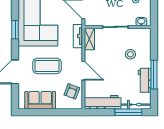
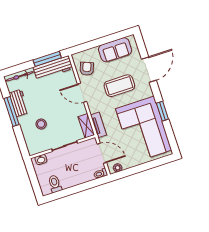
window: (128, 112) -> (47, 59), moved

